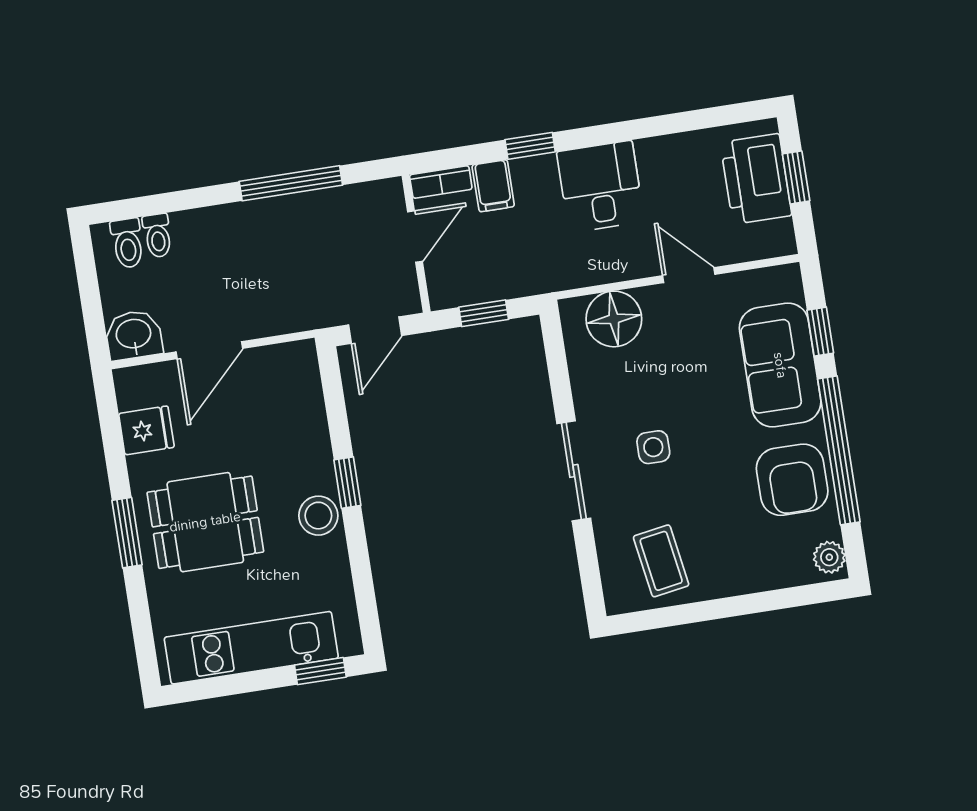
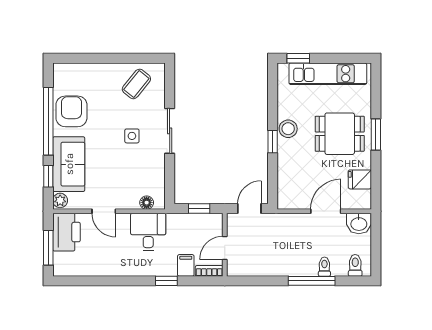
window: (796, 177) -> (48, 248), width x1.50
printer: (756, 179) -> (67, 232), moved
window: (291, 183) -> (312, 281), moved
desk: (600, 187) -> (148, 232), moved, turned 180
toilet: (157, 236) -> (324, 267), moved
floor lamp: (614, 319) -> (147, 203), width x0.53, depth x0.53
plant: (829, 557) -> (60, 200), moved
coffee table: (661, 561) -> (136, 84), turned 48

